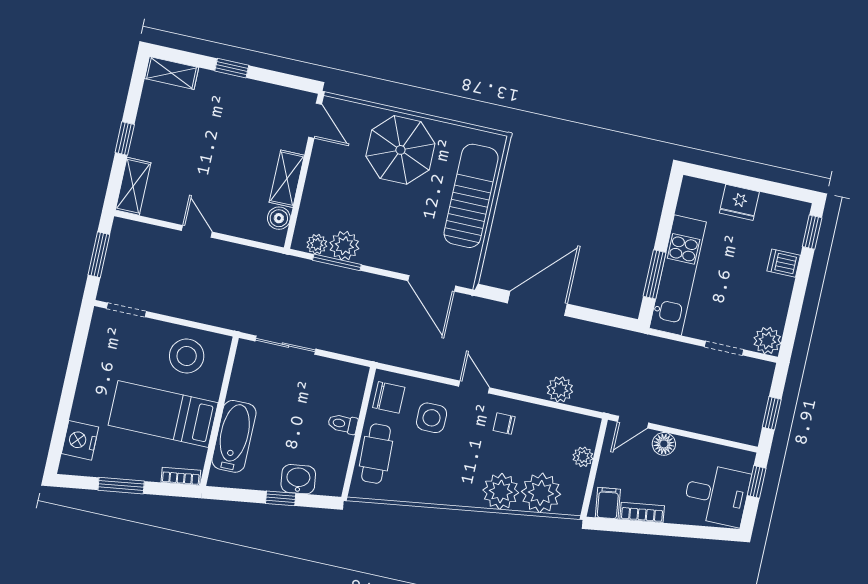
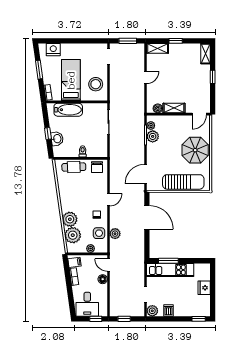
dishwasher: (784, 263) -> (169, 310), moved
side table: (432, 418) -> (99, 233), moved

